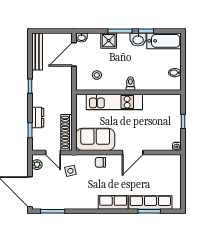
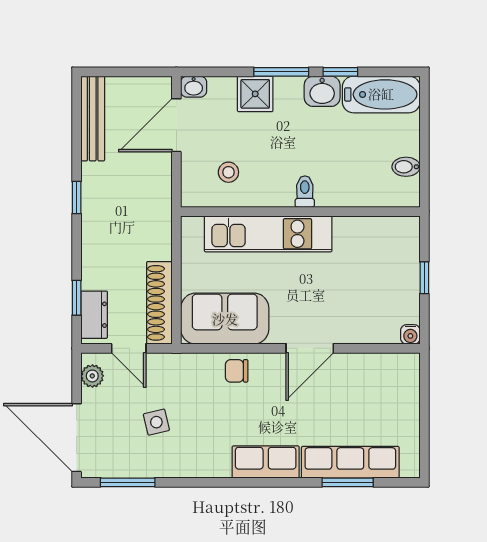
dresser: (38, 118) -> (94, 315), moved
side table: (70, 171) -> (156, 422), moved

